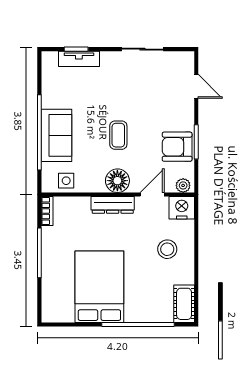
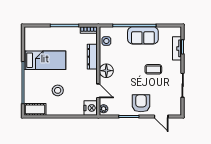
door: (196, 86) -> (161, 116), hinge flipped
sofa: (57, 135) -> (143, 35), moved
coffee table: (118, 135) -> (153, 69), moved
armchair: (177, 147) -> (141, 103), moved
dresser: (113, 205) -> (92, 57), moved
stool: (167, 249) -> (58, 90), moved
bed: (99, 287) -> (45, 60), width x0.67

